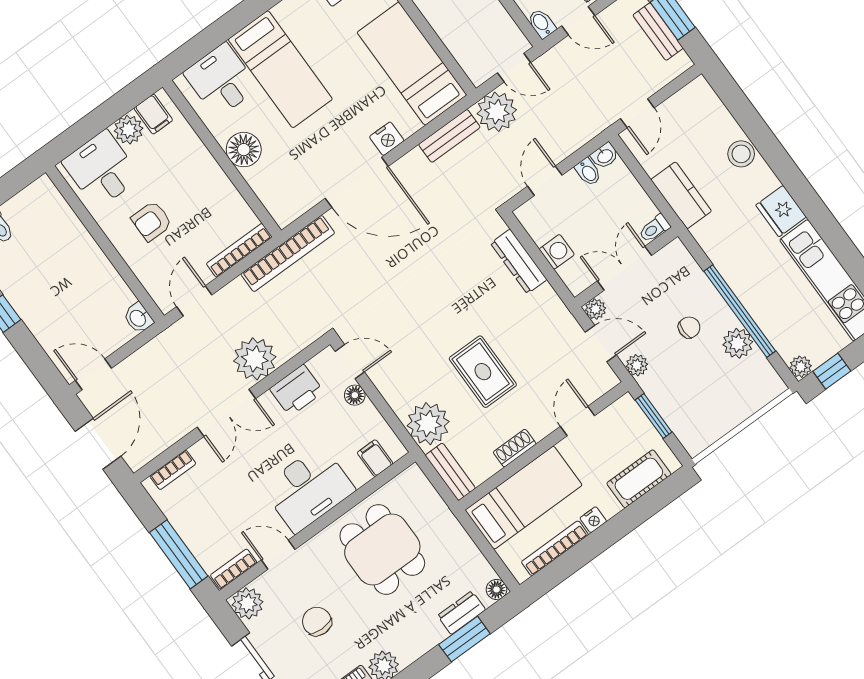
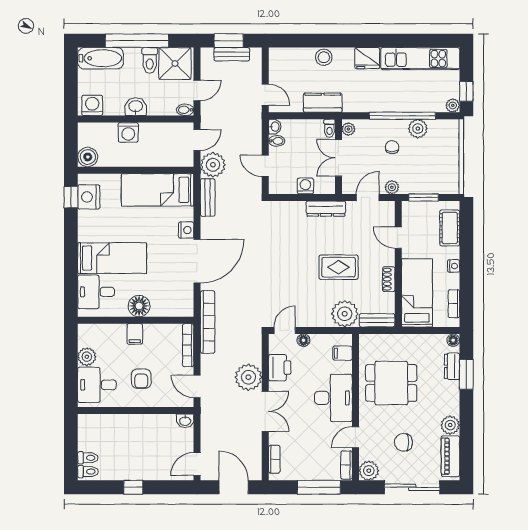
filing cabinet: (153, 114) -> (135, 334), moved, turned 90
dresser: (519, 261) -> (326, 209), moved
plant: (595, 309) -> (348, 129), moved
bookcase: (555, 548) -> (454, 304), width x0.64

